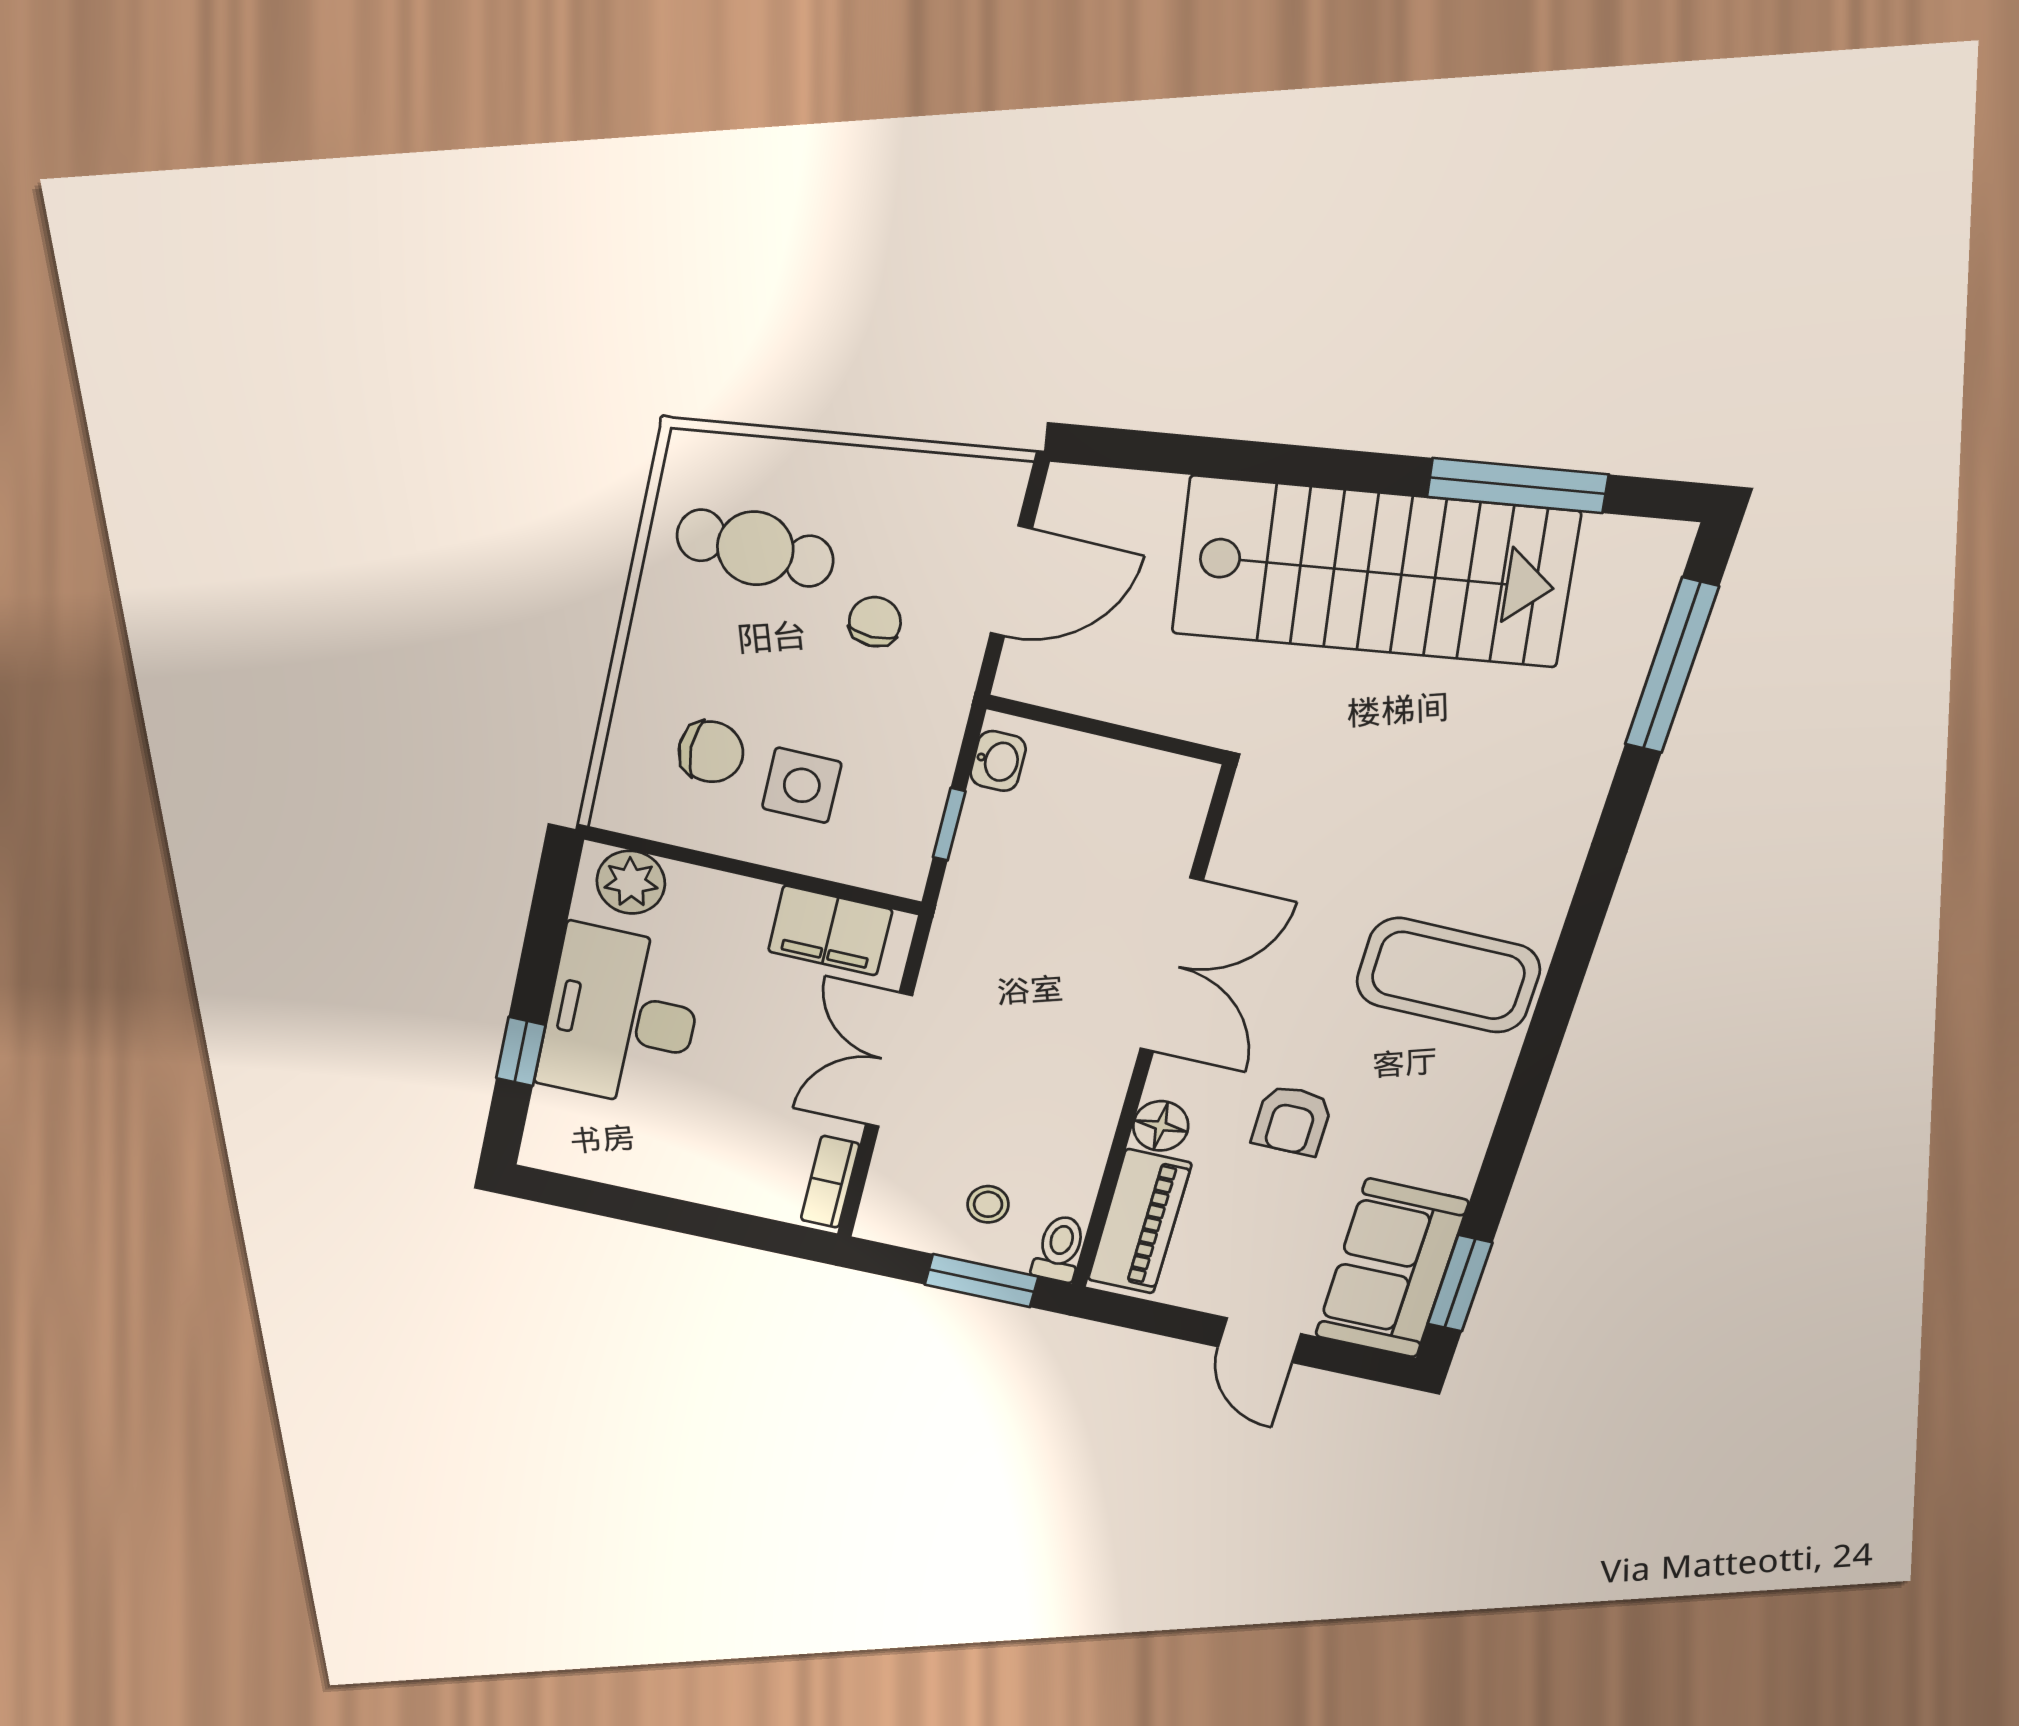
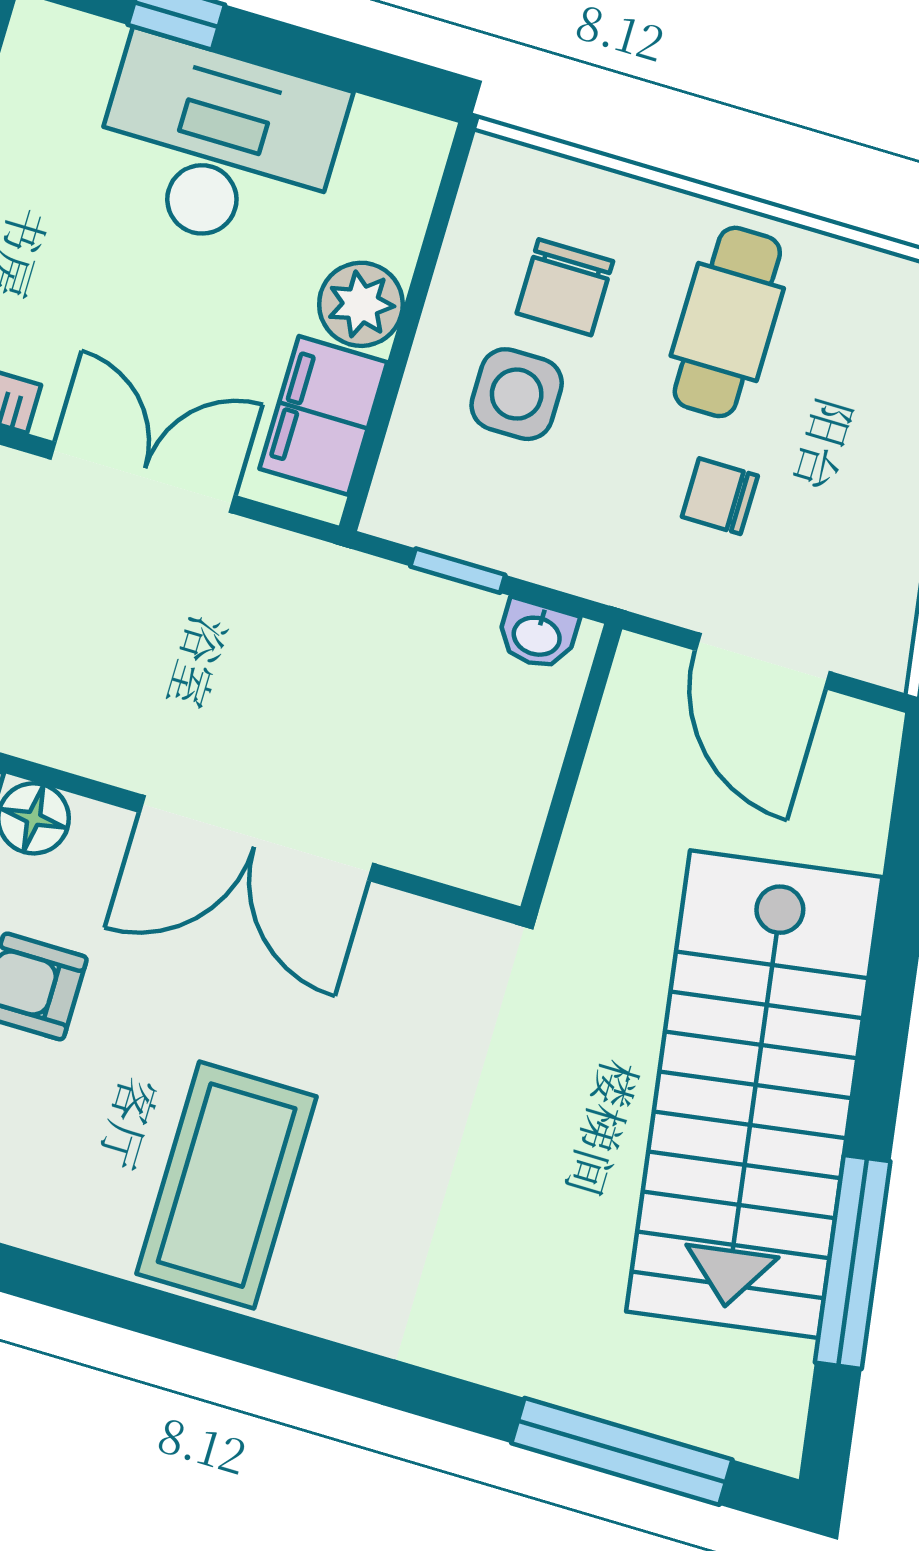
cafe table: (755, 548) -> (727, 322), moved
chair: (875, 622) -> (720, 496), turned 180
plant: (631, 882) -> (361, 304), moved

